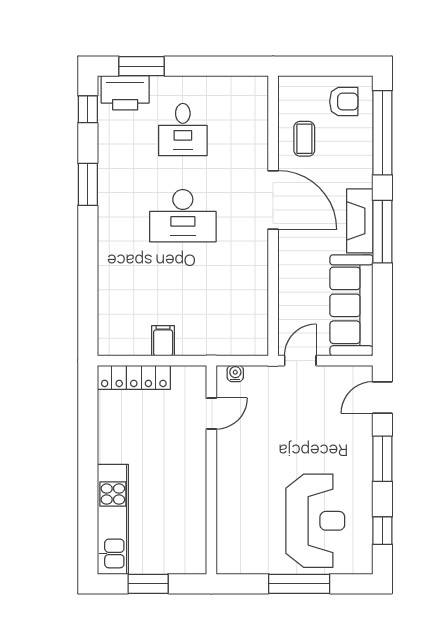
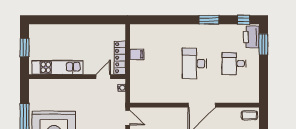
coffee table: (304, 139) -> (249, 115), moved
locker: (134, 377) -> (120, 58), moved
door: (211, 414) -> (103, 77), swing flipped
kitchen unit: (113, 519) -> (57, 67), moved, turned 180

